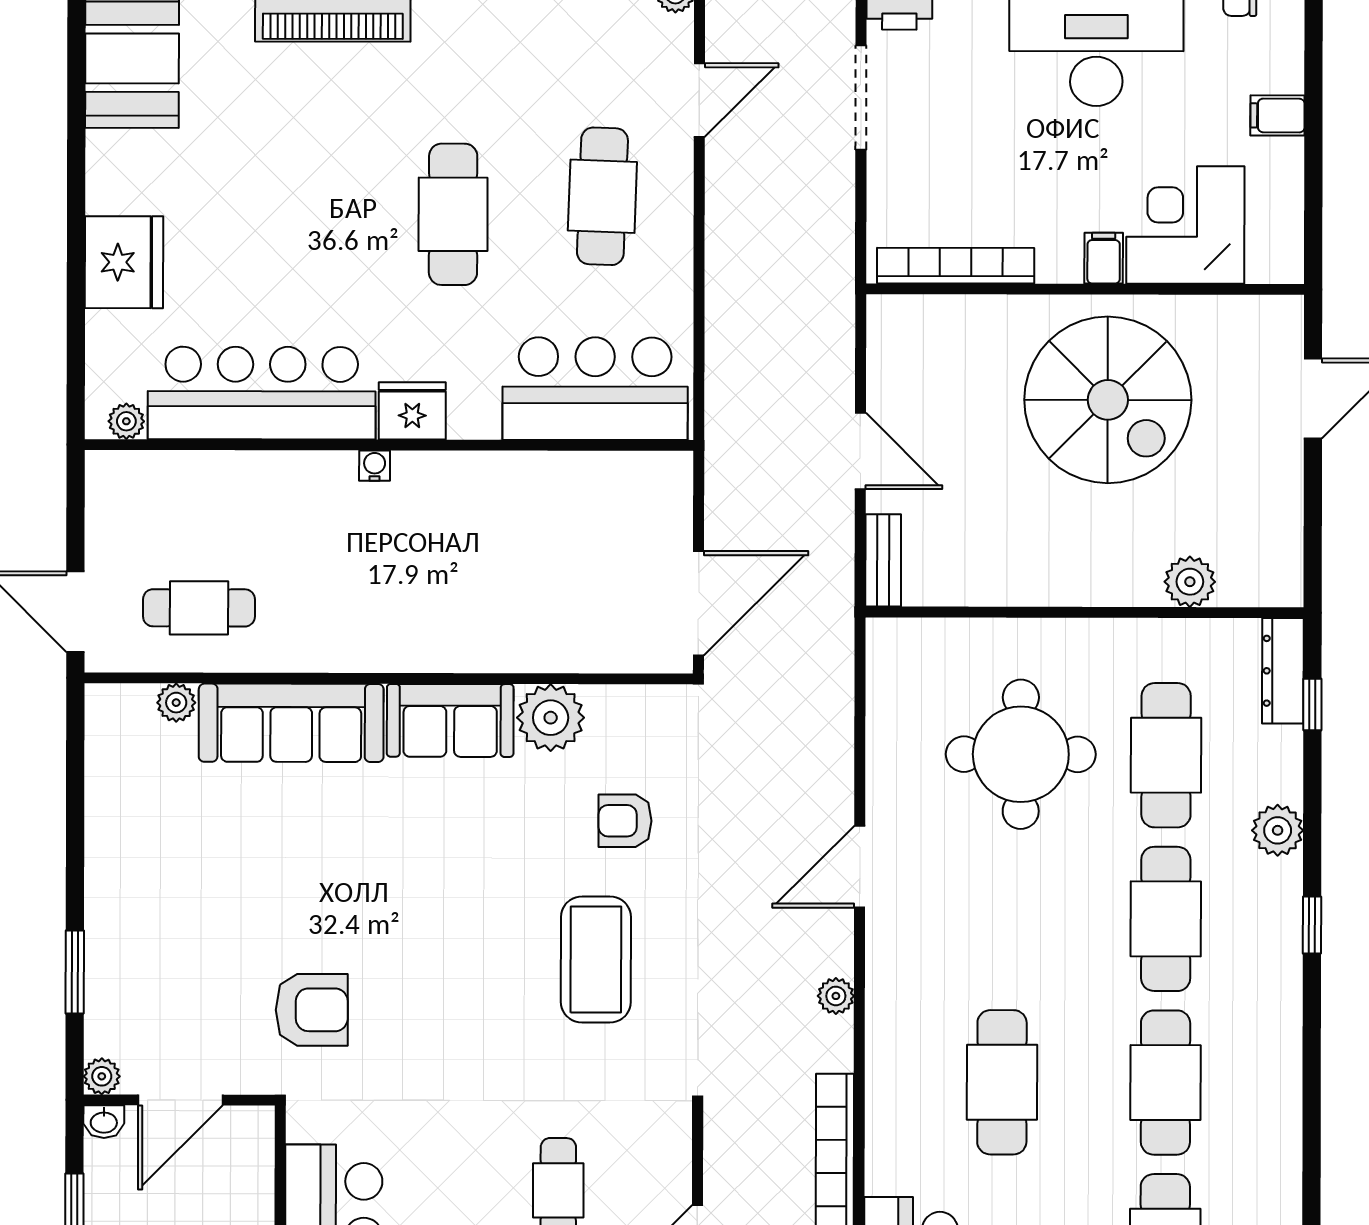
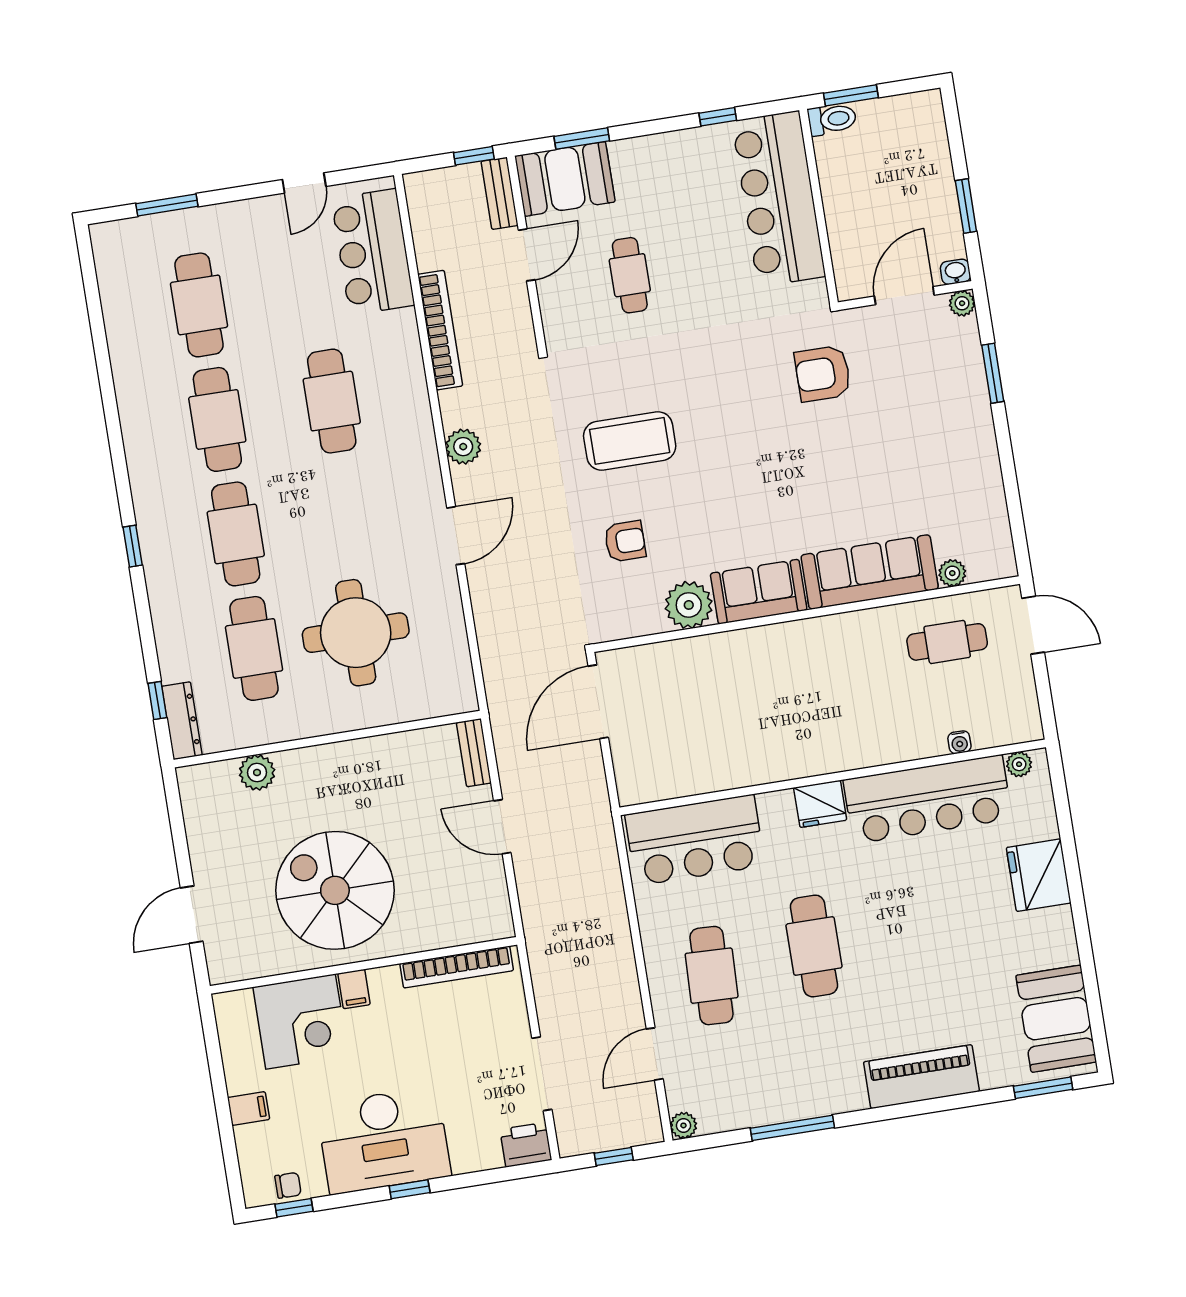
water cooler: (375, 466) -> (959, 742), moved
plant: (1278, 830) -> (167, 609), removed
coffee table: (596, 960) -> (630, 441), turned 90
plant: (836, 996) -> (463, 447), width x1.38, depth x1.38

